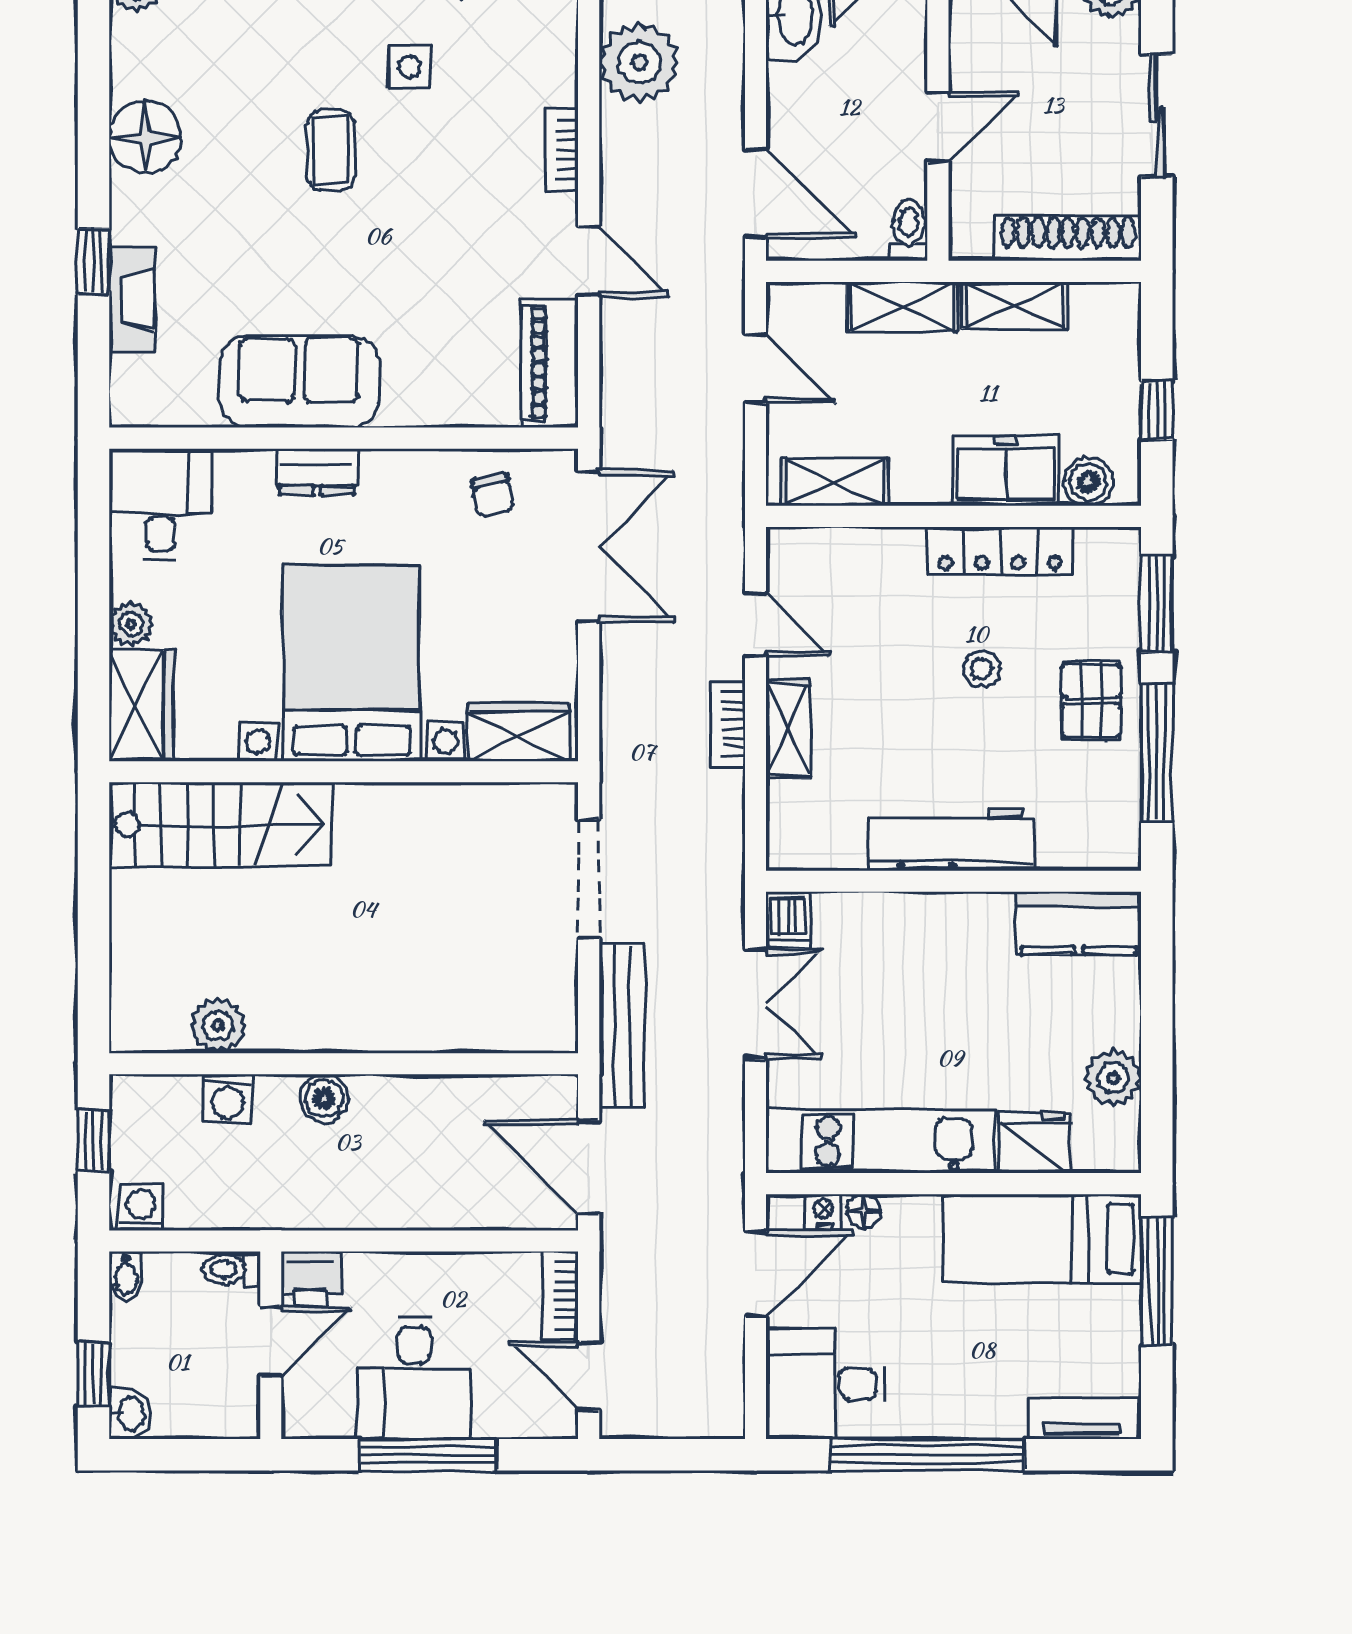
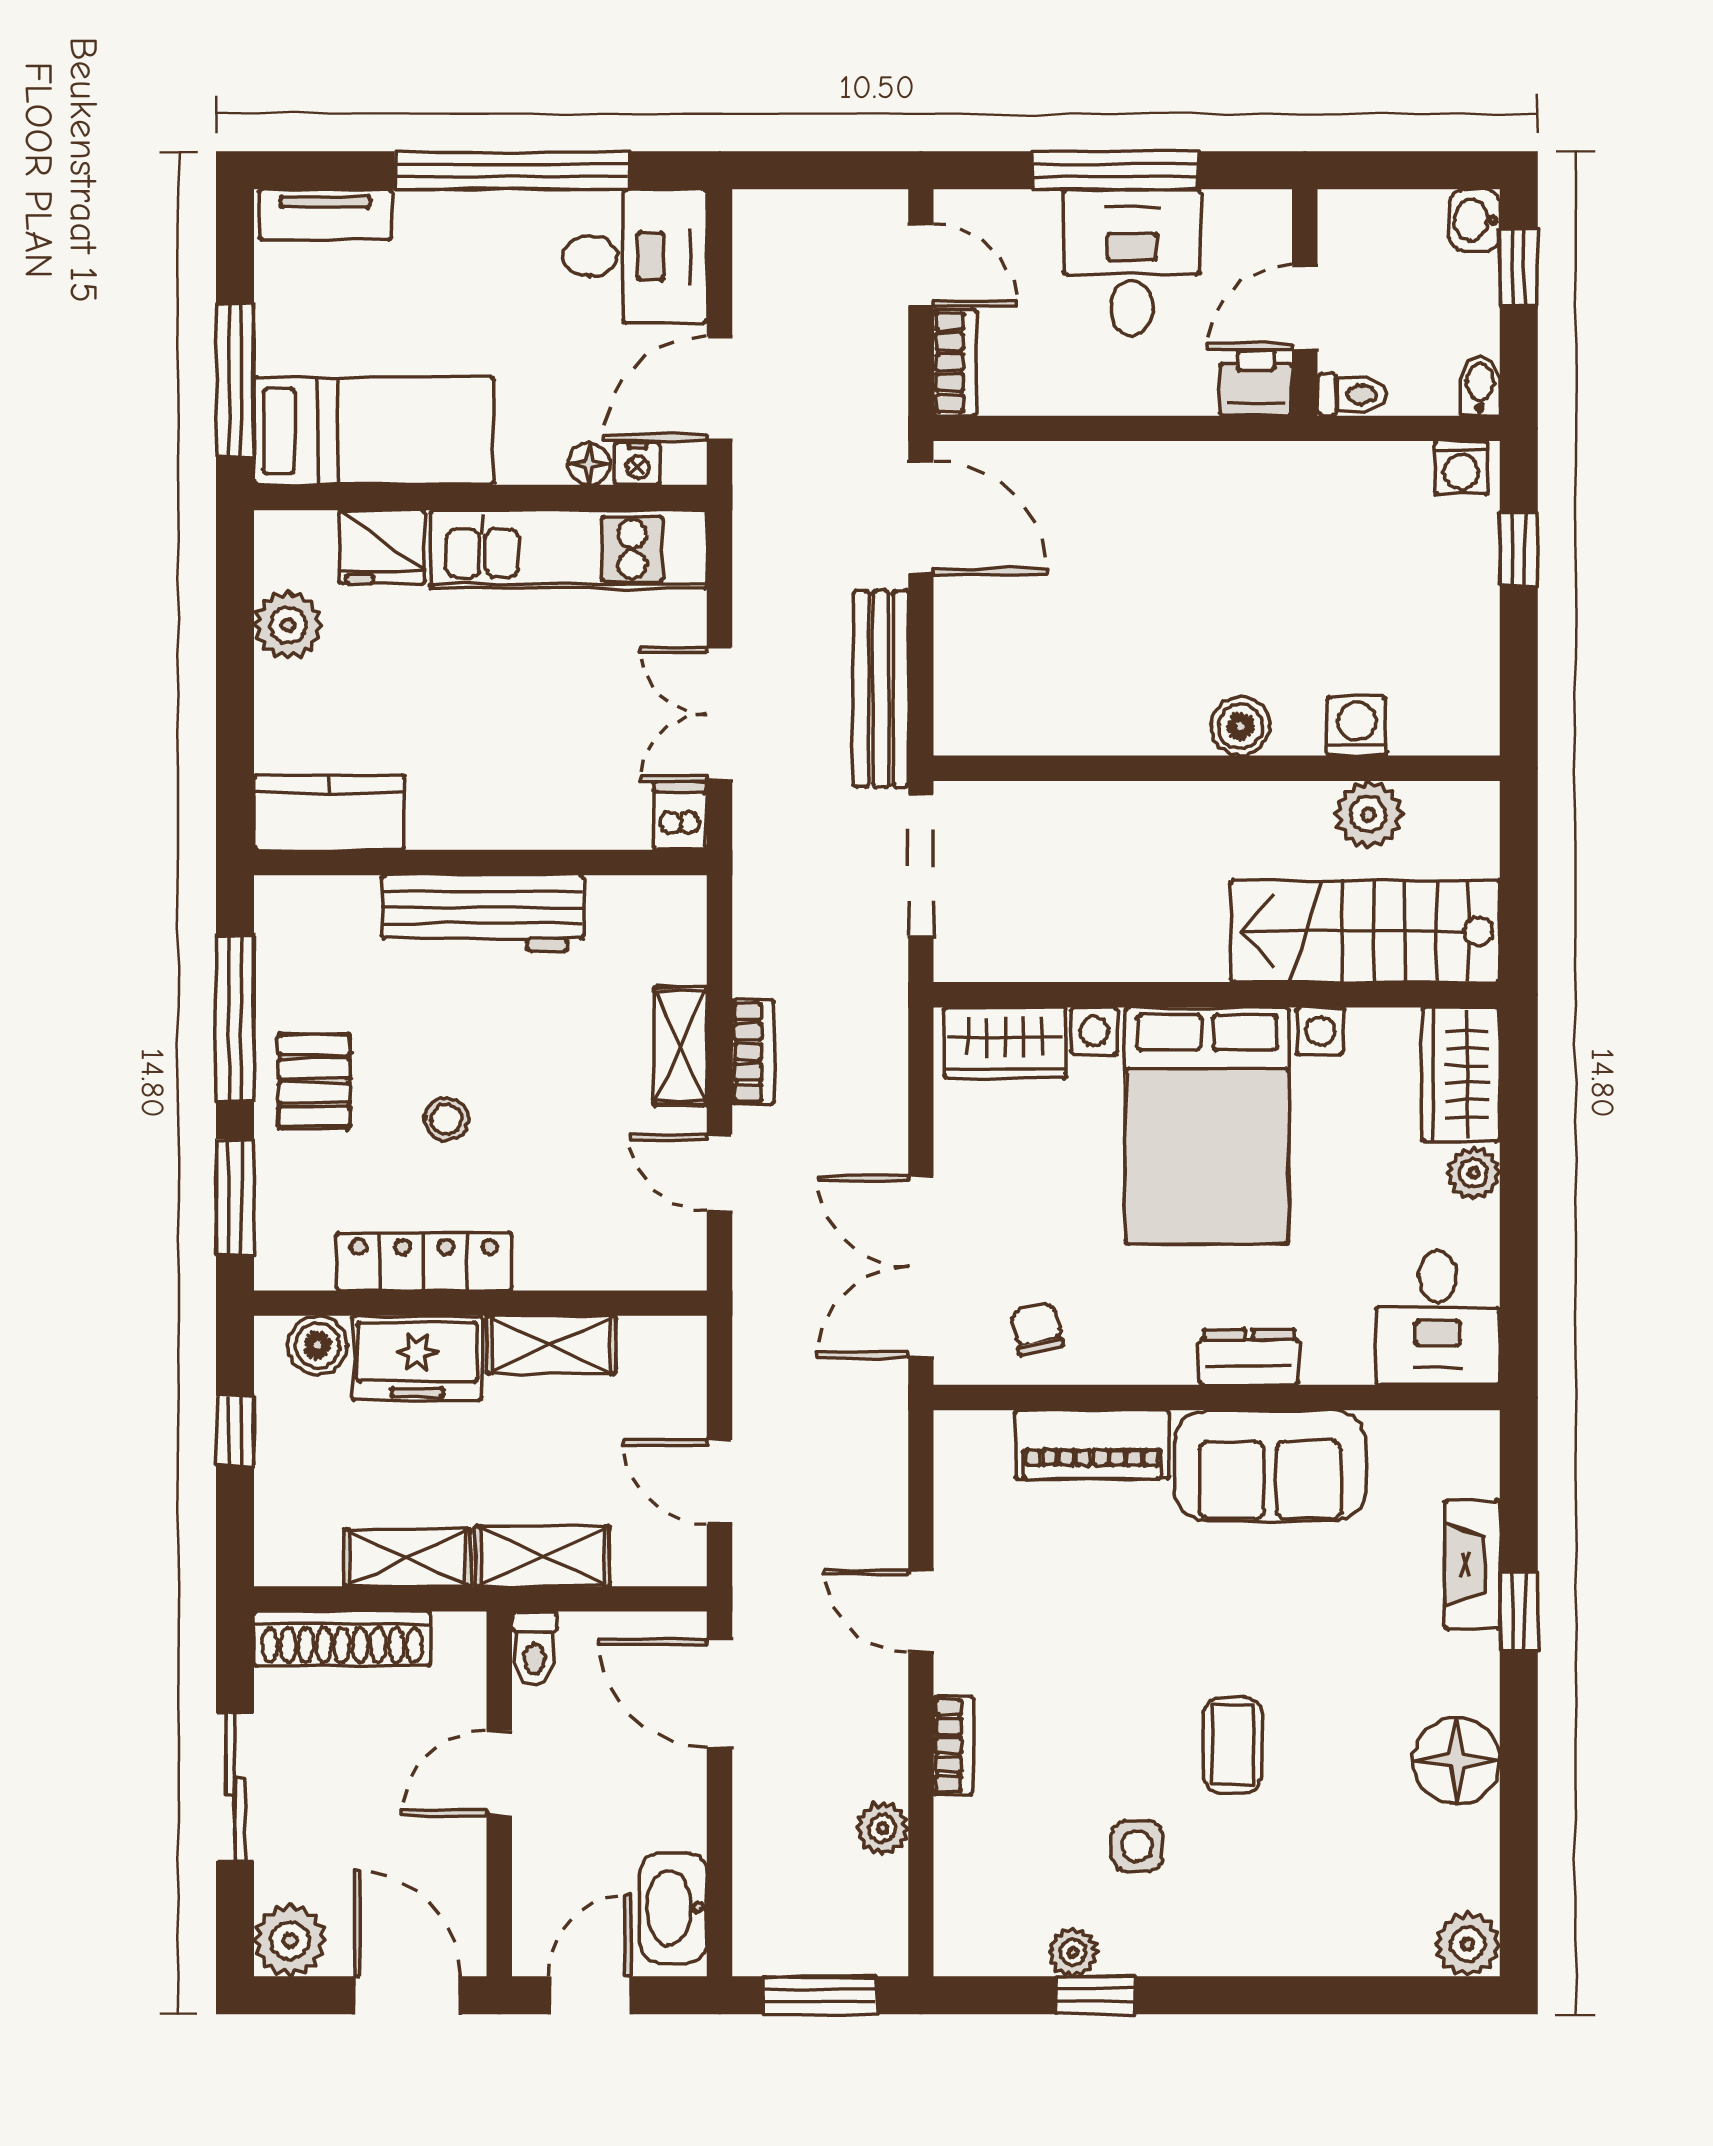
plant: (639, 63) -> (882, 1828), width x0.53, depth x0.53
piano: (550, 363) -> (1092, 1444), moved, turned 90
shelving: (835, 482) -> (551, 1345), moved
plant: (218, 1025) -> (1368, 814), moved
wall: (344, 1064) -> (1217, 768), moved
boiler: (324, 1098) -> (1240, 726), moved
washing machine: (228, 1099) -> (1357, 726), moved

